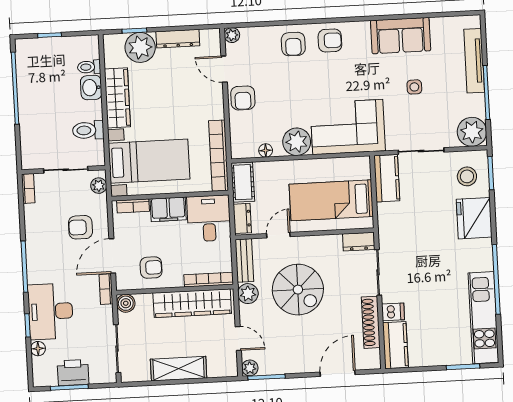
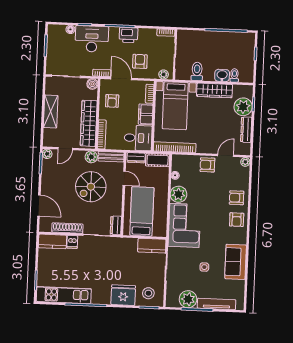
plant: (472, 132) -> (188, 299), moved
printer: (73, 373) -> (128, 35), moved, turned 90

